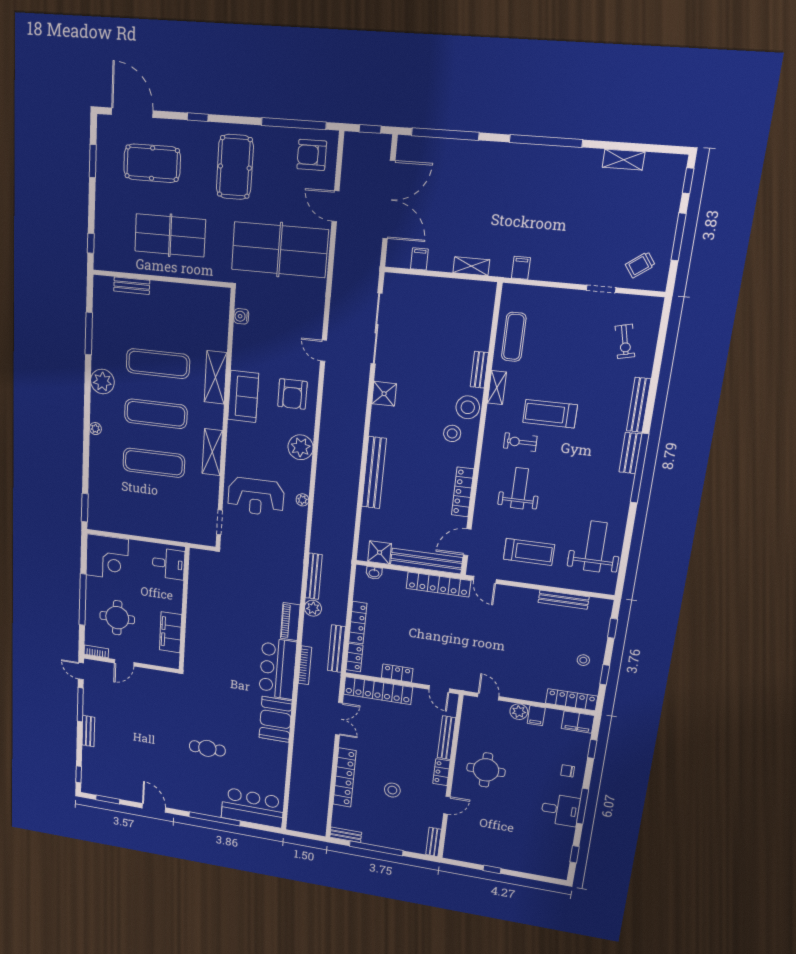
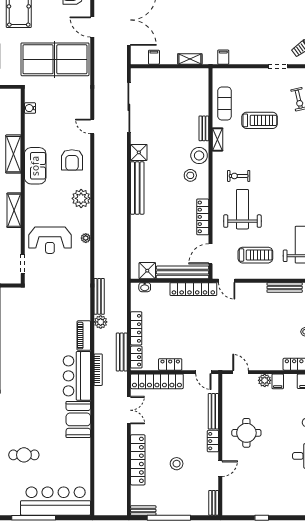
treadmill: (550, 414) -> (260, 120), moved, turned 180
bench: (374, 473) -> (137, 188), moved
weight bench: (519, 488) -> (242, 209), width x1.36, depth x1.33
bar counter: (252, 808) -> (56, 501), width x1.36

